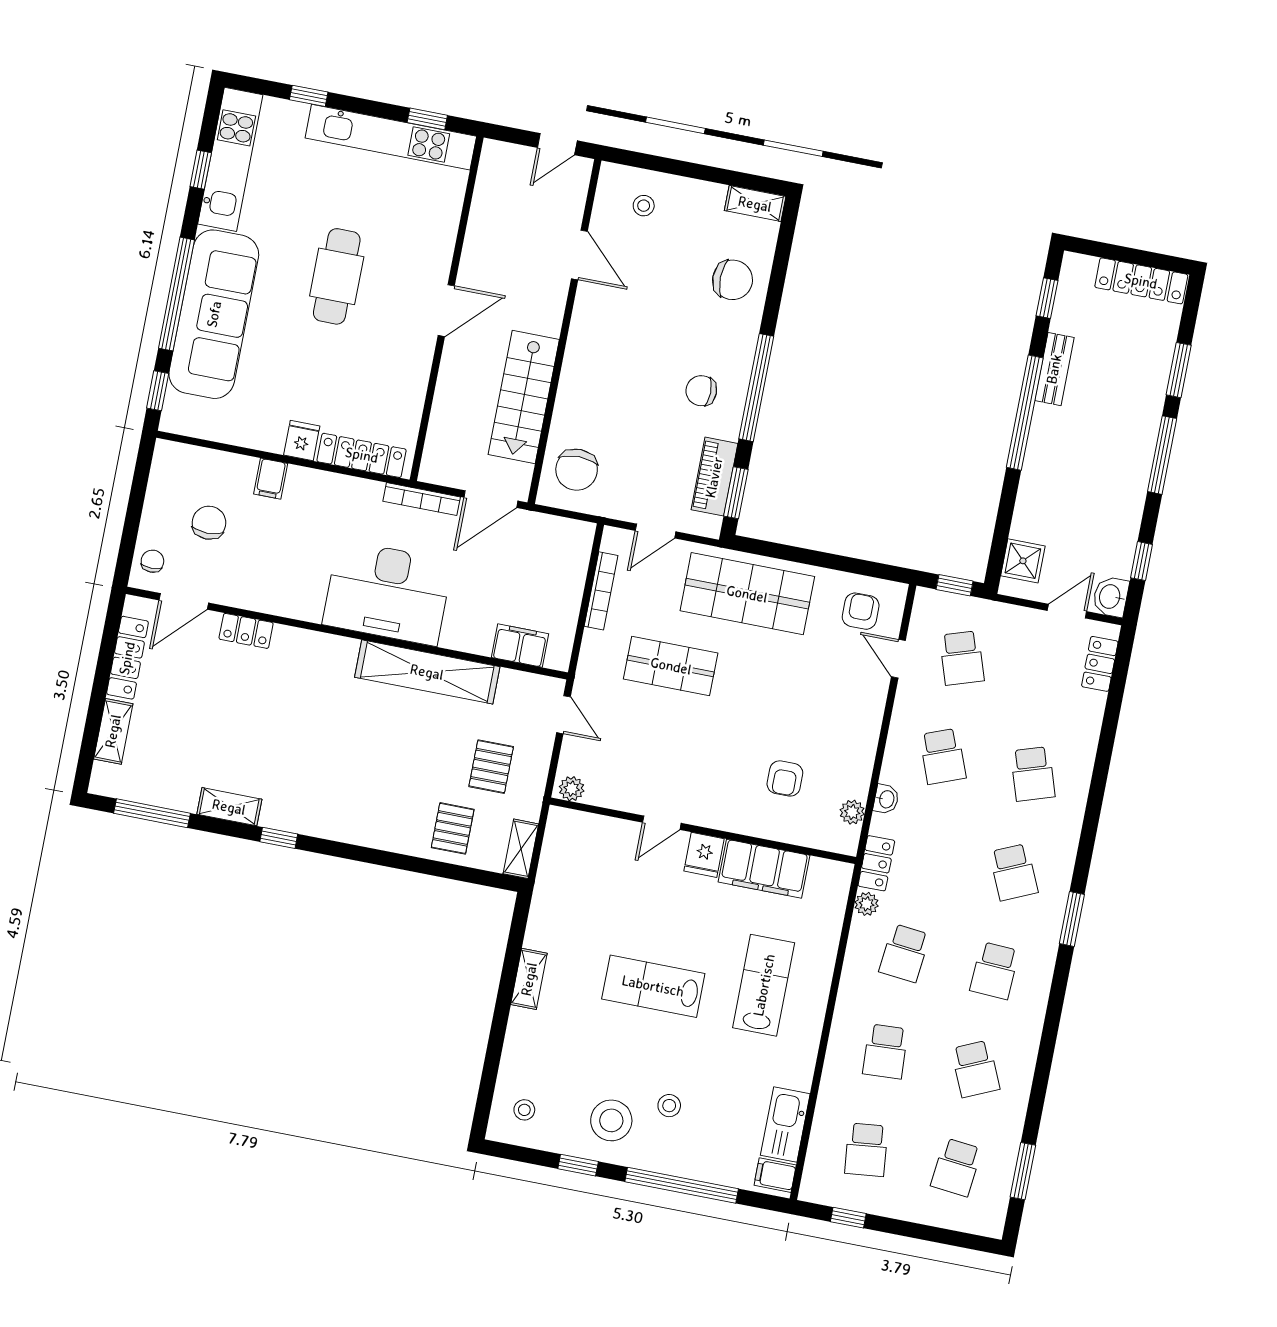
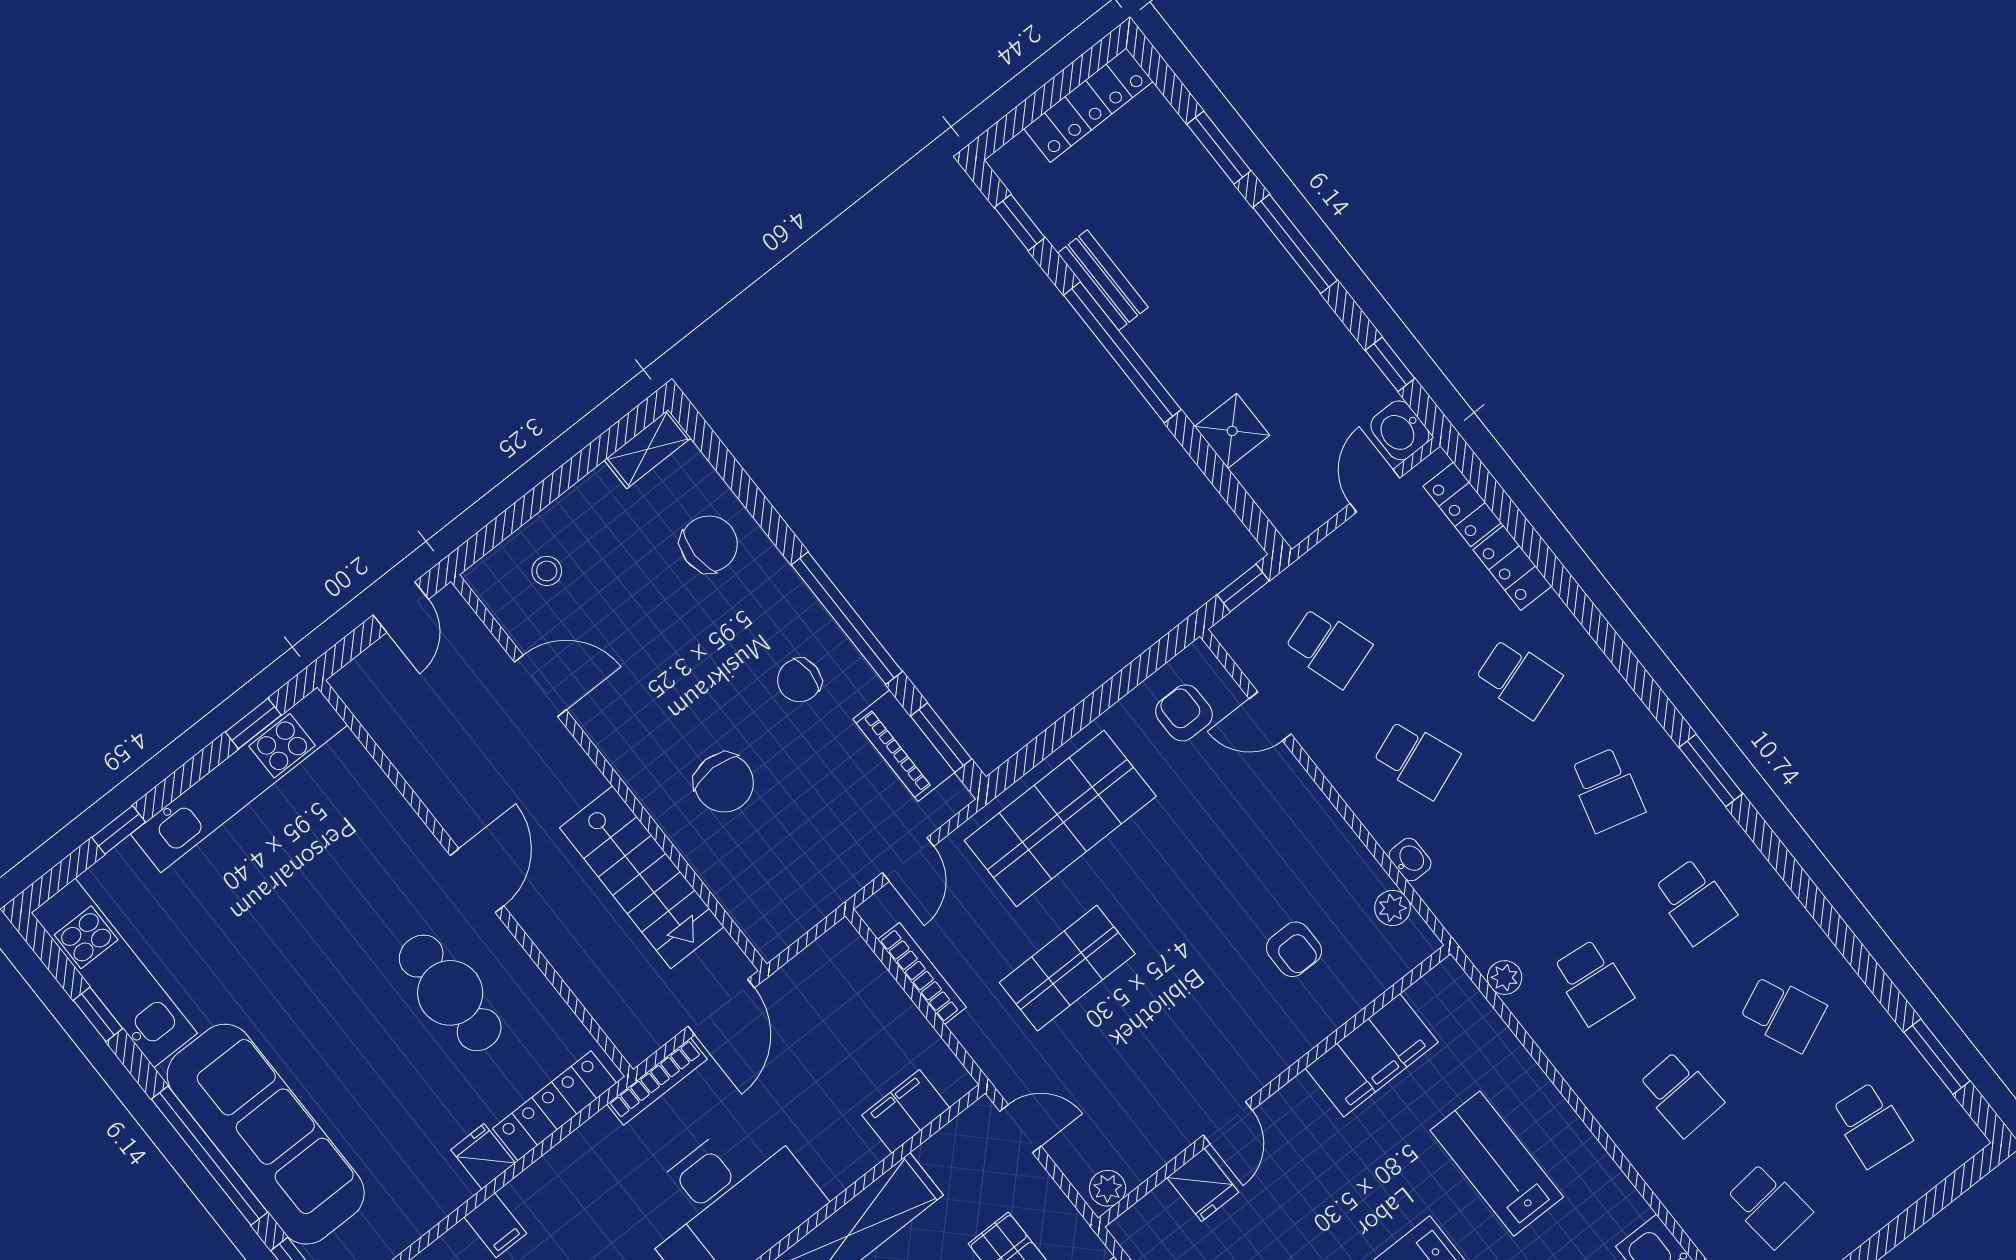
cafe table: (337, 276) -> (450, 993), moved
chair: (577, 470) -> (724, 783), moved
shower: (1023, 561) -> (1232, 431), moved
fridge: (704, 855) -> (1203, 1185), moved
locker: (876, 863) -> (1512, 568), moved, turned 180
school desk: (1014, 872) -> (1607, 790), turned 39

